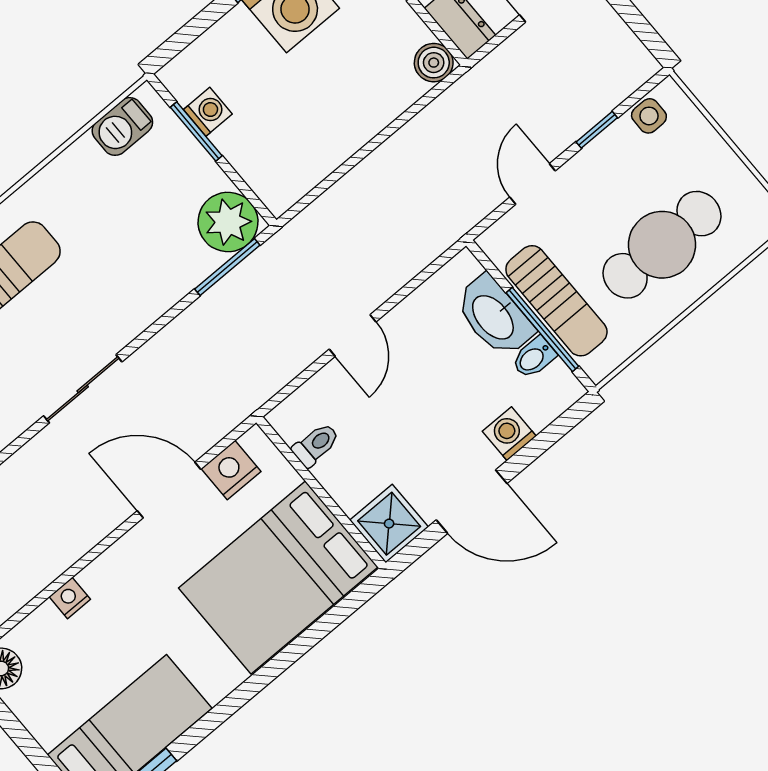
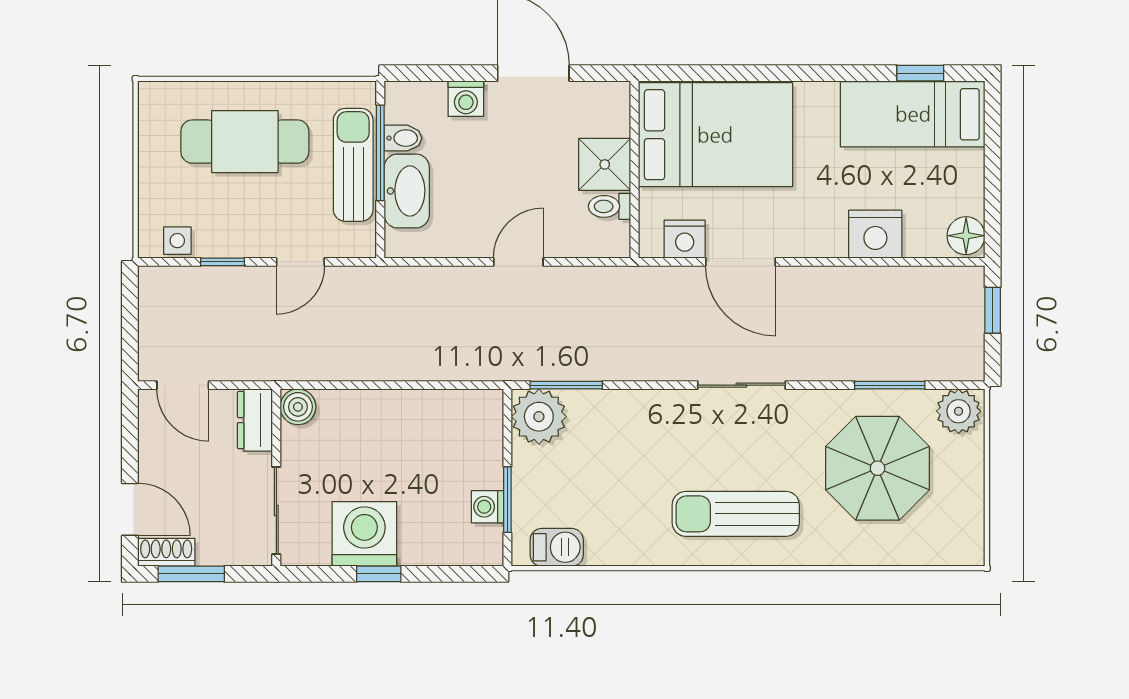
shower: (389, 524) -> (605, 164), moved
nightstand: (70, 598) -> (875, 234), width x1.89, depth x1.79

